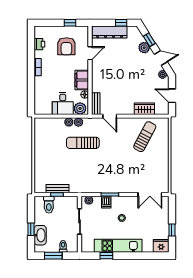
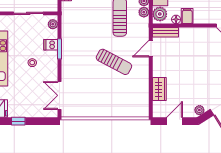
filing cabinet: (82, 80) -> (187, 16), width x0.50
sun lounger: (145, 137) -> (114, 62), moved

